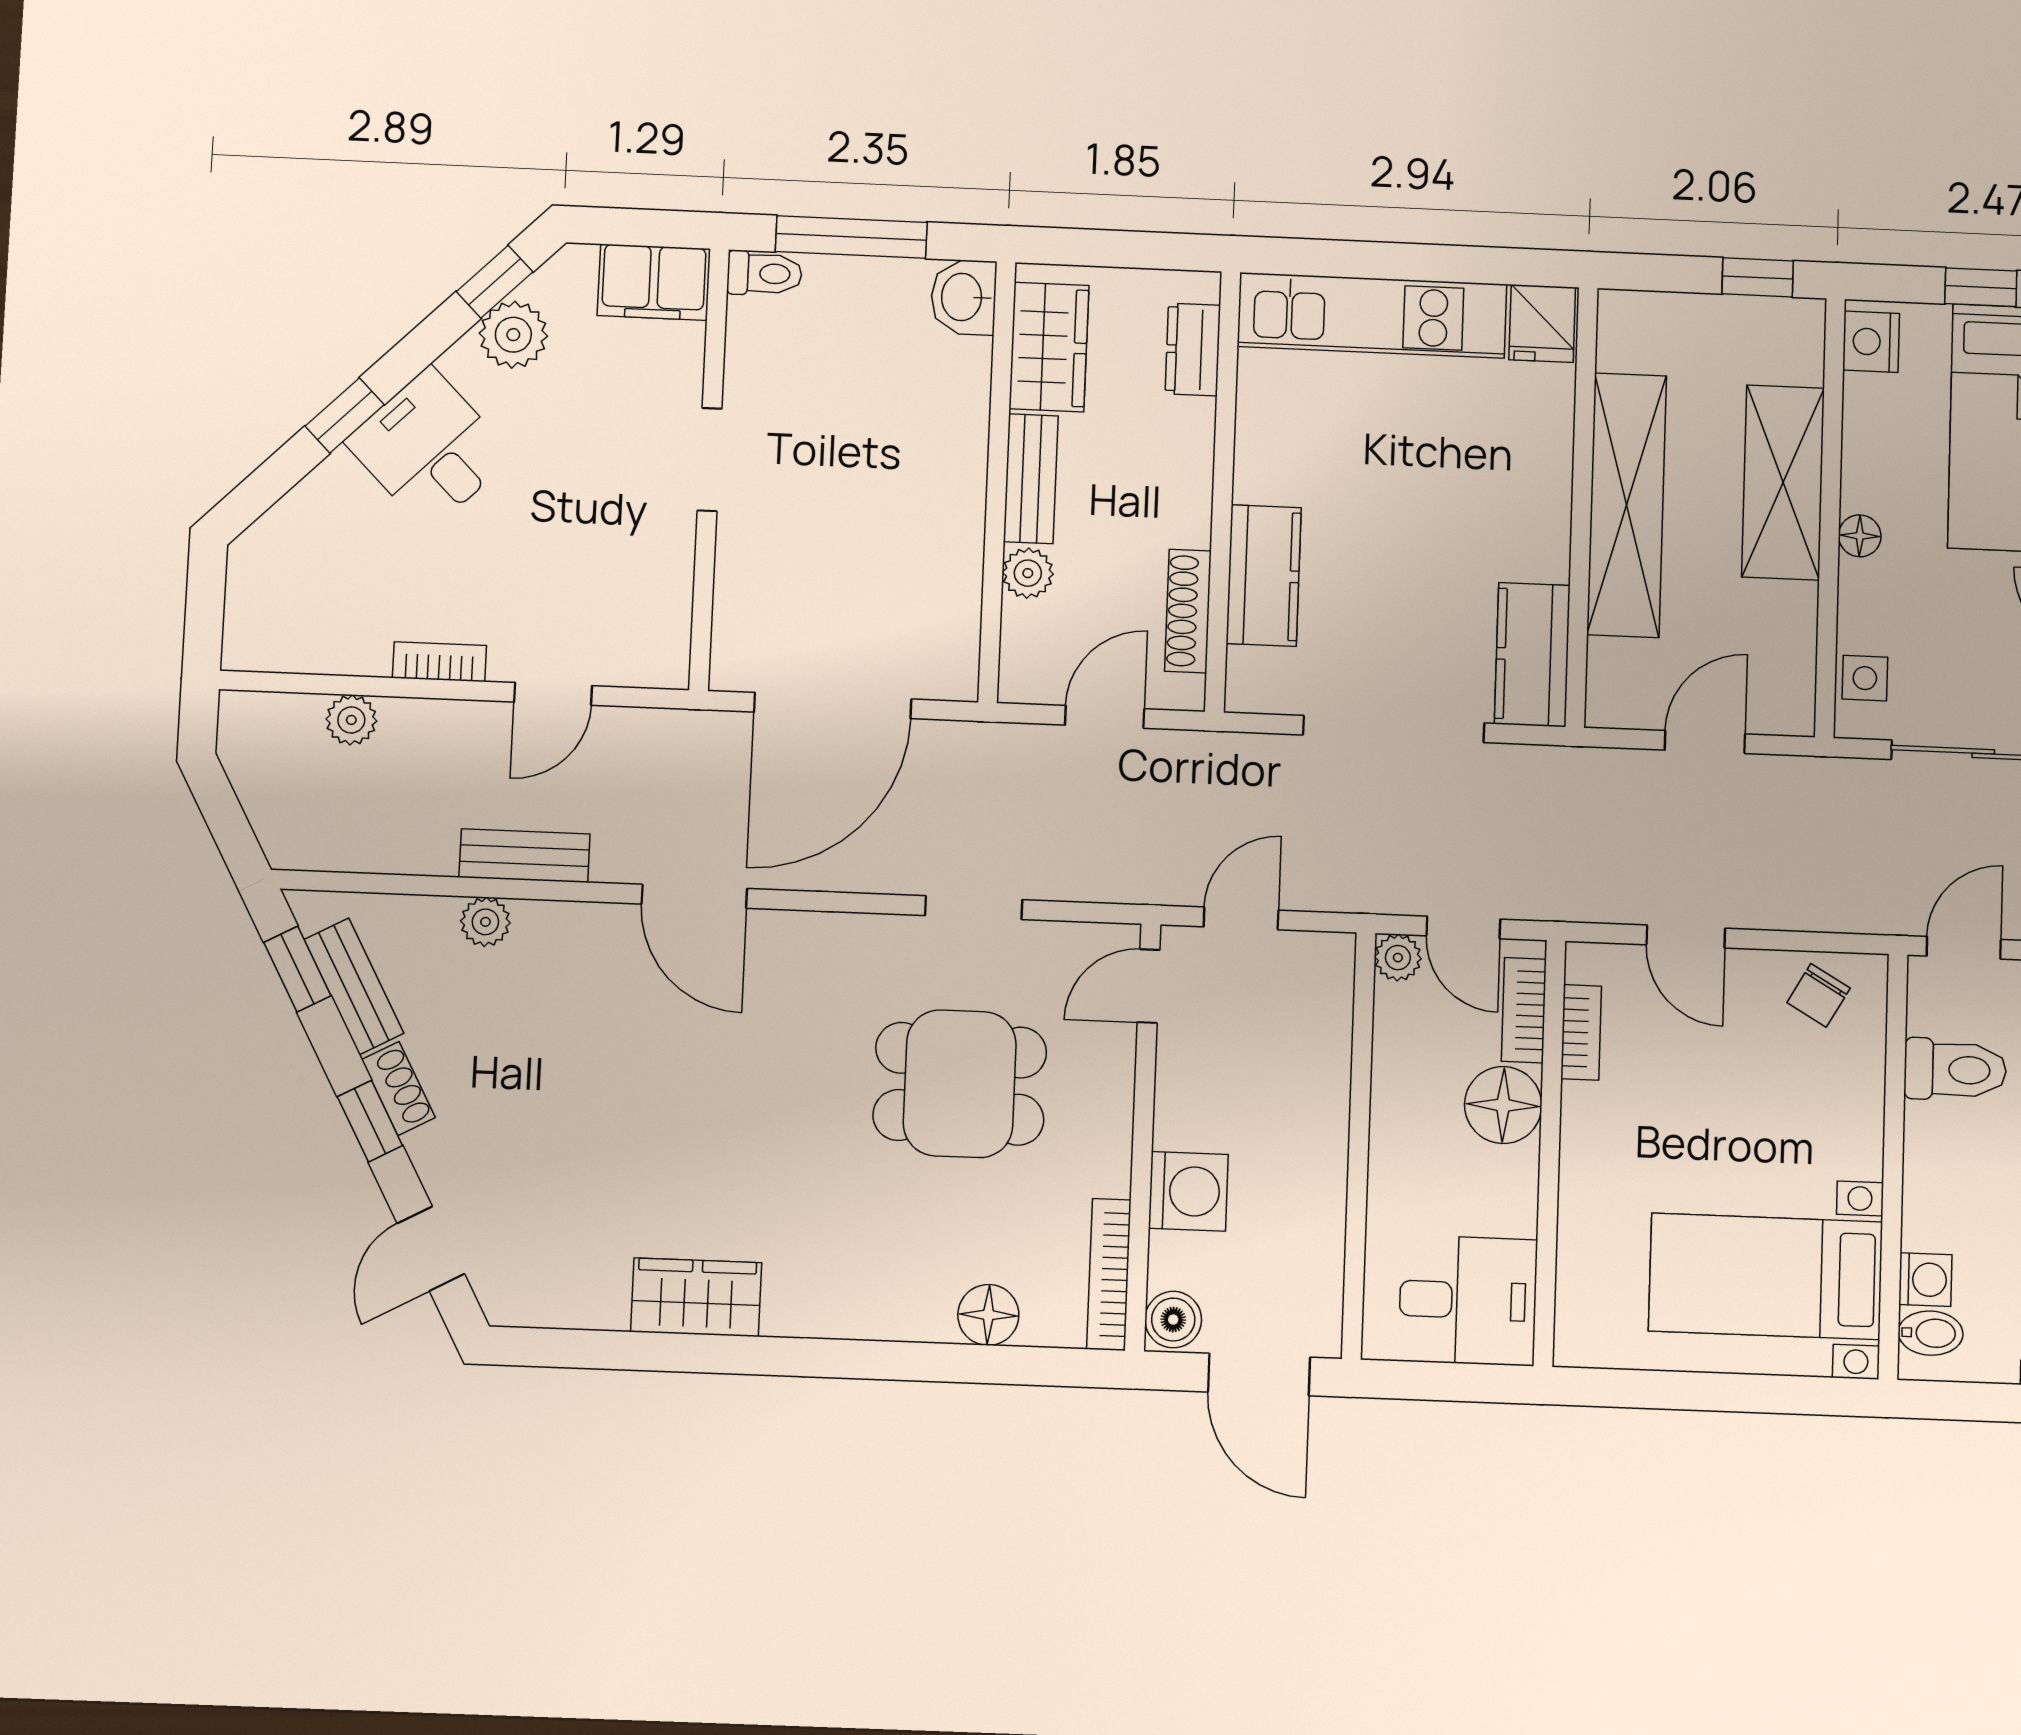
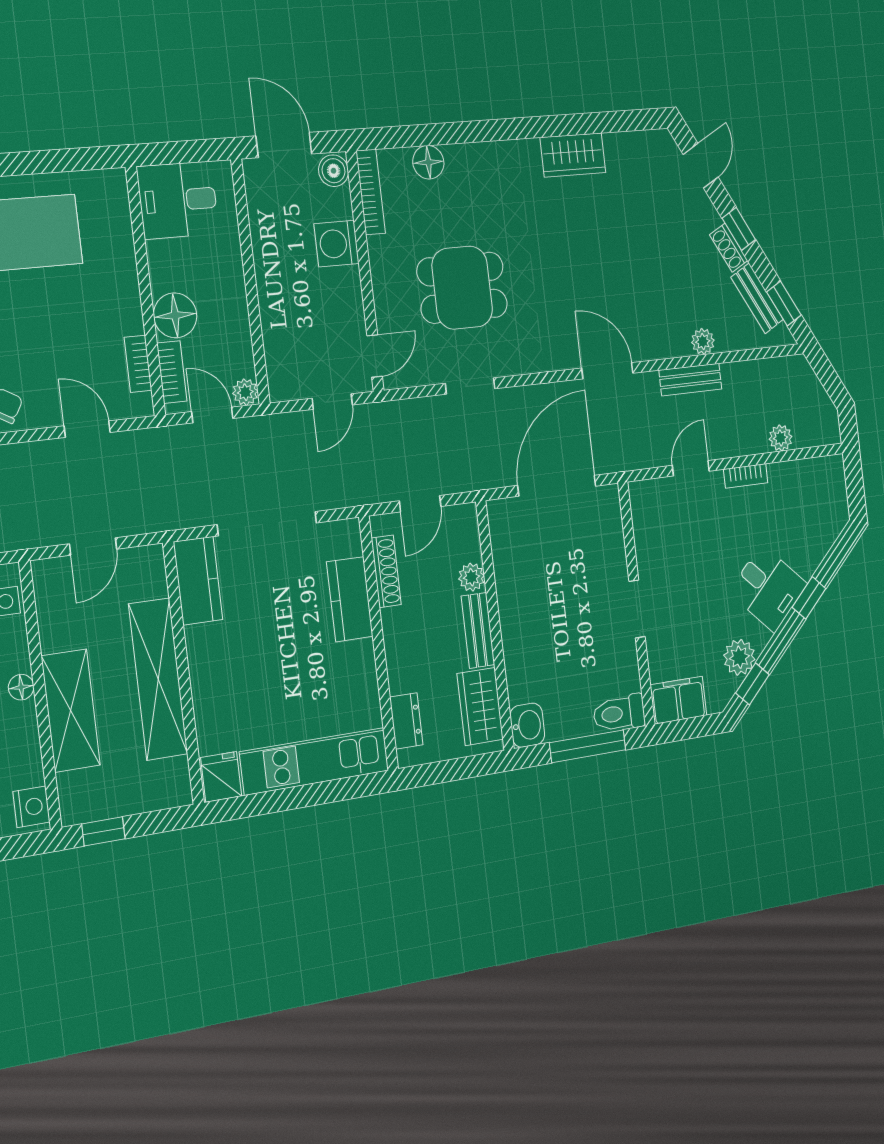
toilet: (765, 273) -> (619, 713), width x1.37, depth x1.39

